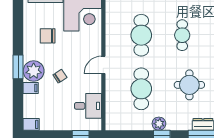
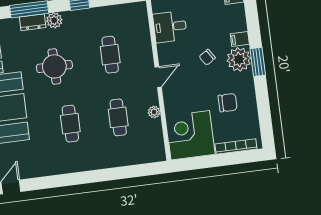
cafe table: (141, 35) -> (118, 117), width x0.73, depth x0.74
plant: (111, 36) -> (154, 112), added
cafe table: (141, 89) -> (110, 55), width x0.73, depth x0.74
plant: (159, 124) -> (54, 20), moved

